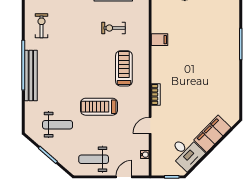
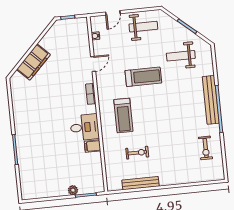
desk: (186, 153) -> (85, 127), moved, turned 136

